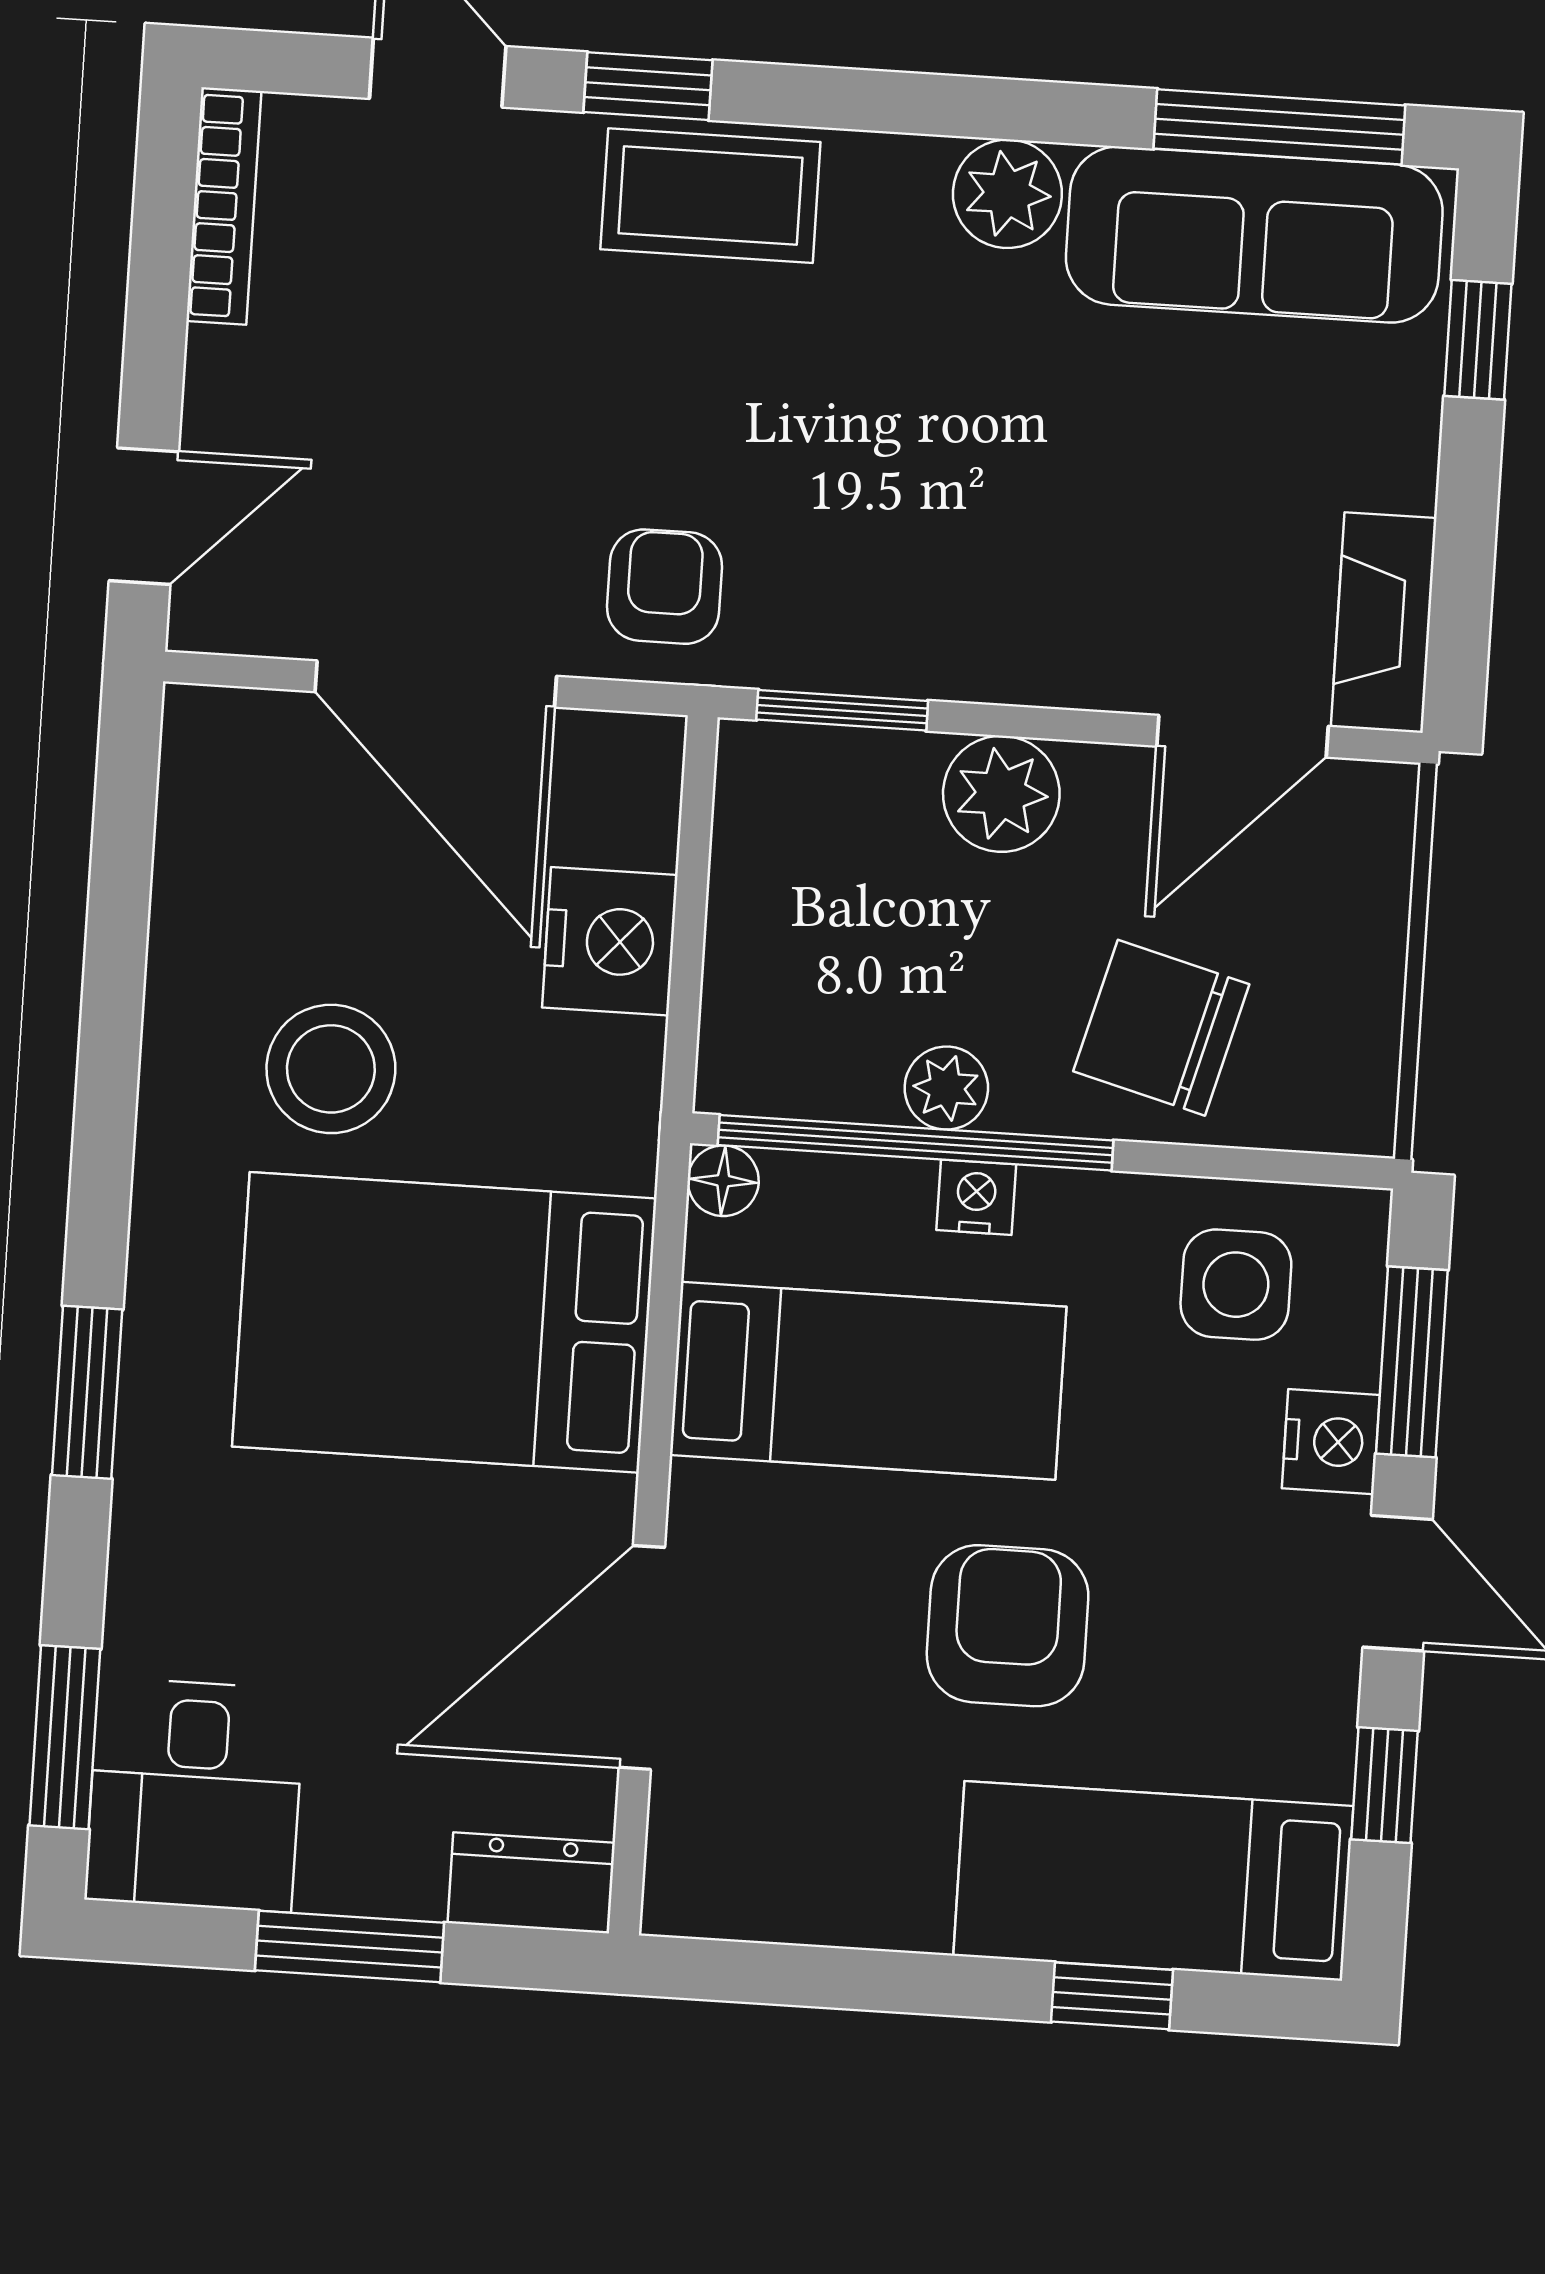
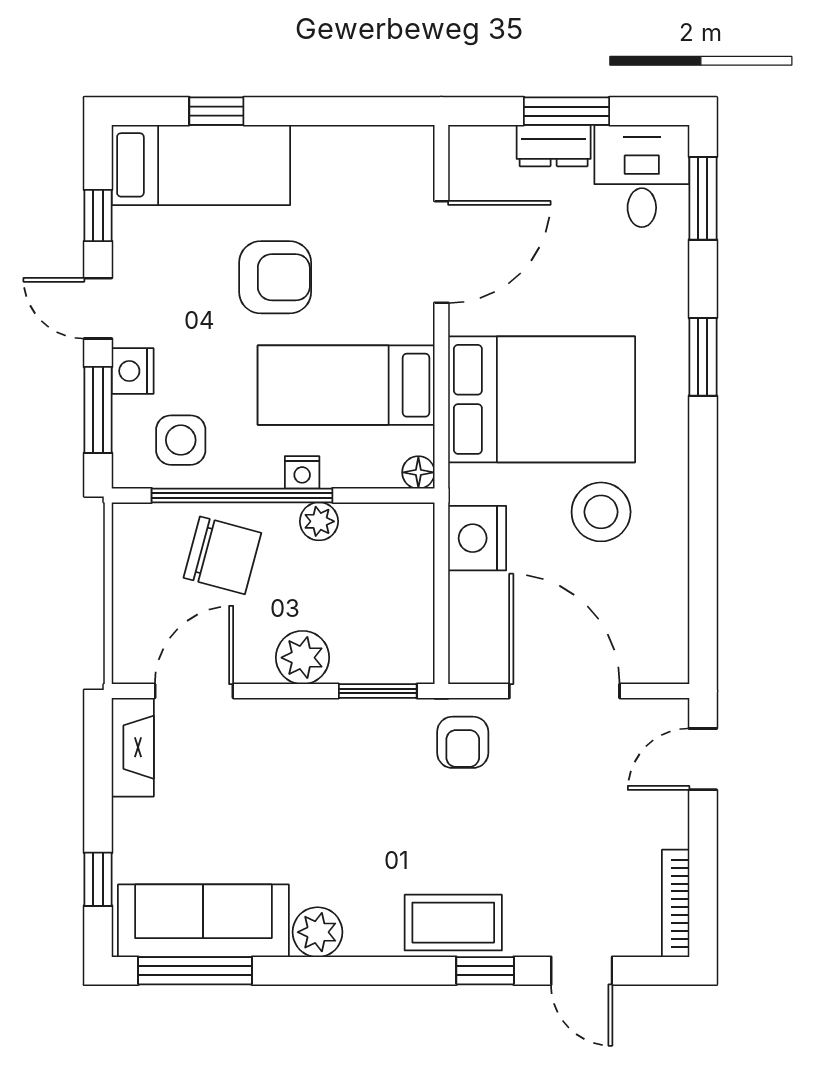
nightstand: (610, 941) -> (477, 538), moved
window: (916, 1143) -> (242, 495), moved
armchair: (1008, 1626) -> (275, 277), turned -90
dresser: (531, 1883) -> (554, 146), moved

